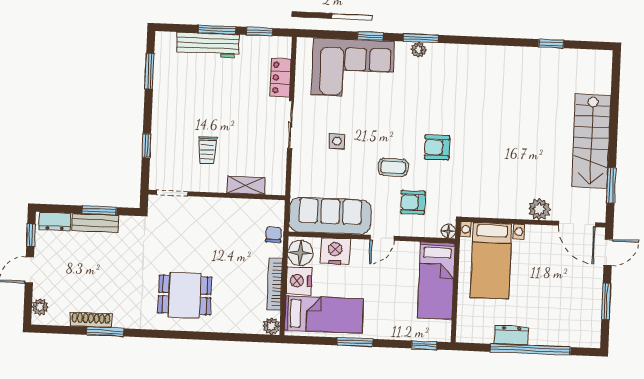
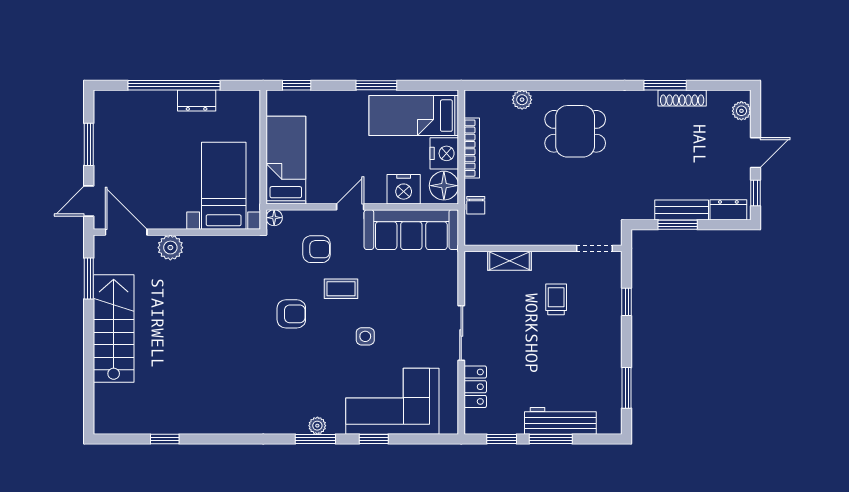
side table: (337, 141) -> (365, 336), moved
plant: (271, 326) -> (522, 100), moved

